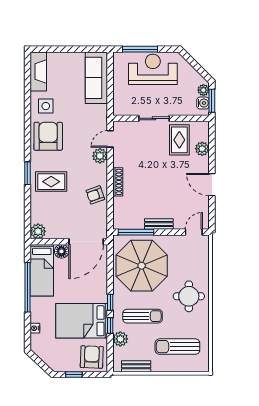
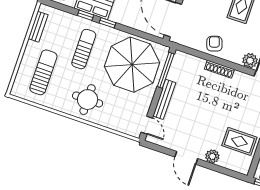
plant: (202, 149) -> (212, 156), moved
door: (212, 185) -> (186, 158), swing flipped
bench: (159, 224) -> (164, 99), width x1.36
sun lounger: (143, 316) -> (84, 49), turned 180
plant: (120, 339) -> (69, 21), removed

